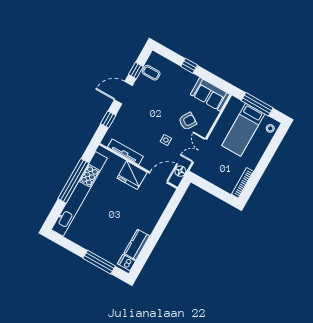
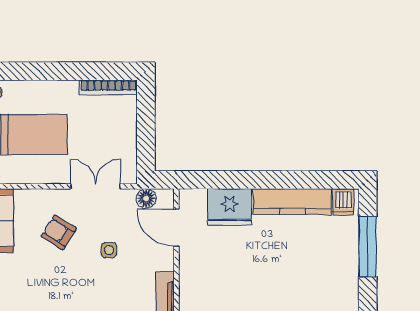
double door: (199, 151) -> (96, 186), swing flipped
fridge: (132, 175) -> (229, 207), moved, turned 90
kitchen counter: (137, 245) -> (292, 202), width x1.50

